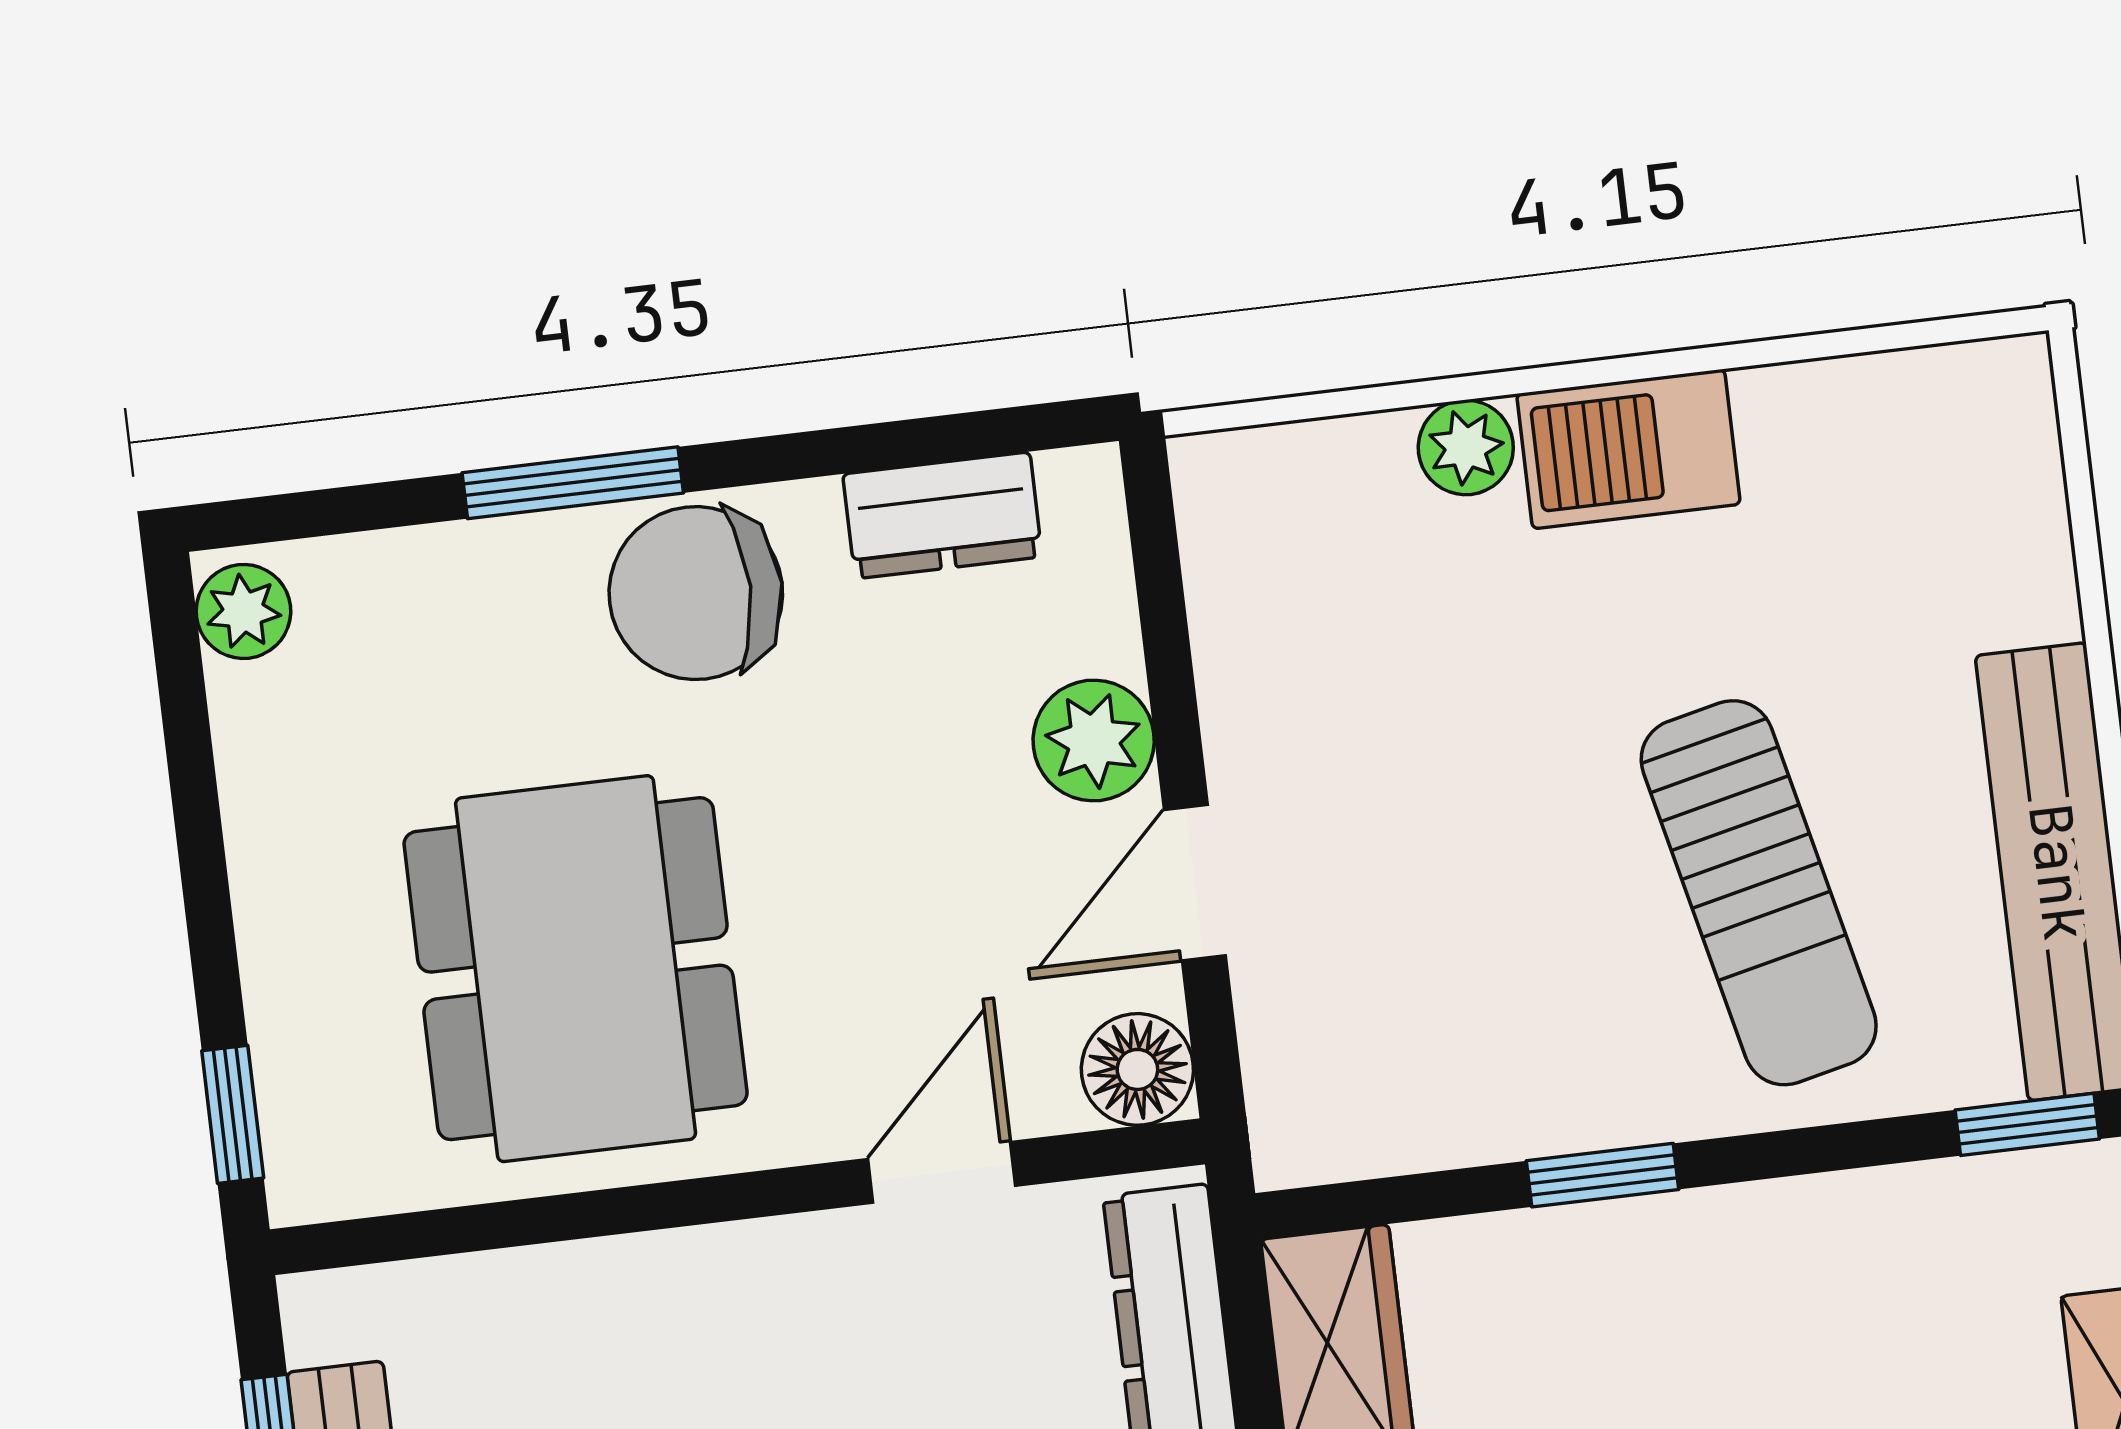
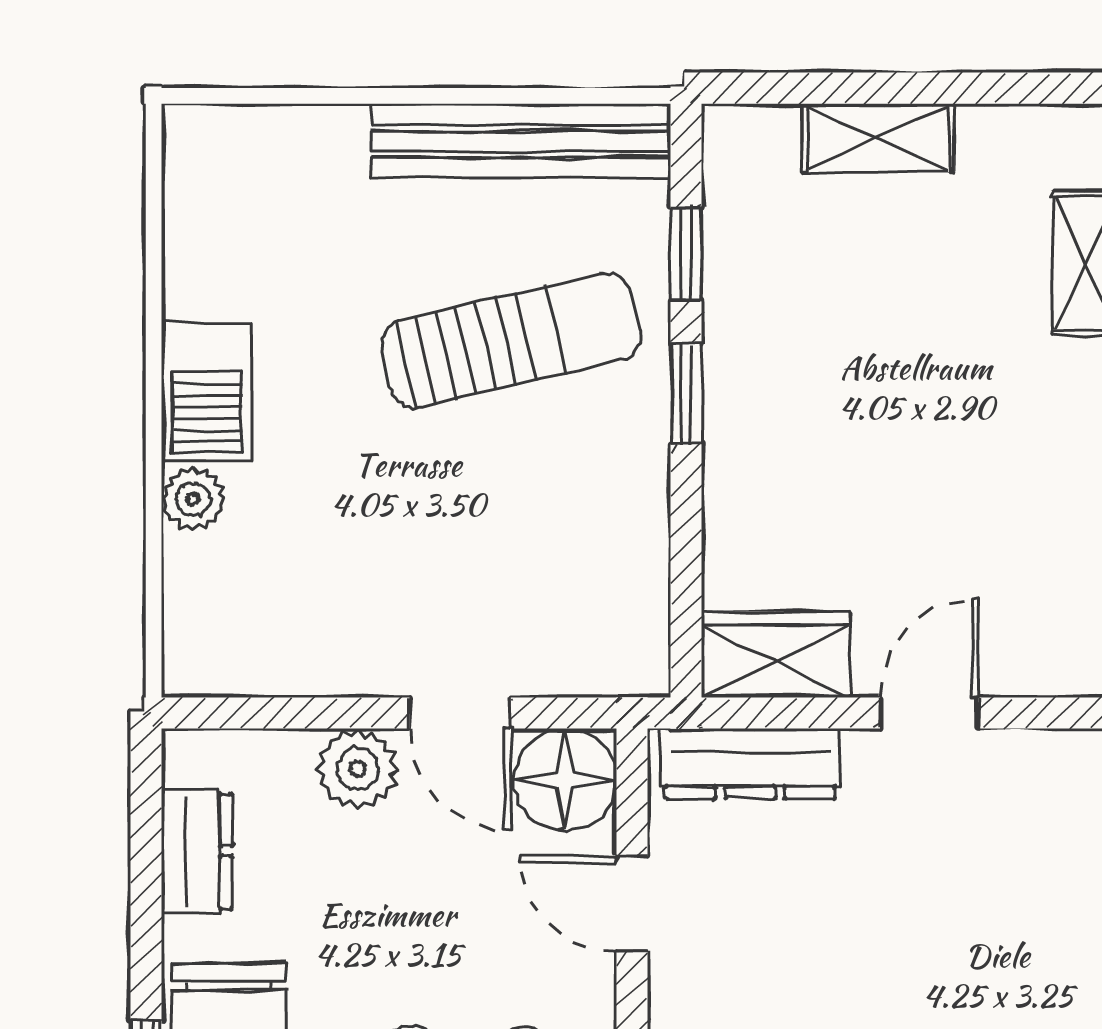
floor lamp: (1137, 1069) -> (565, 780), width x1.38, depth x1.38
window: (2027, 1124) -> (686, 254), moved
window: (1602, 1175) -> (686, 394), moved

